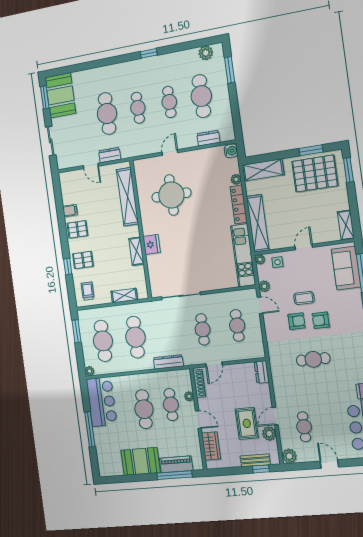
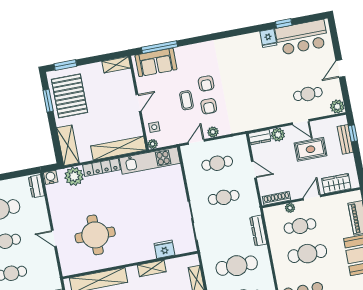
dresser: (208, 138) -> (36, 186), moved
plant: (236, 179) -> (74, 176), width x1.88, depth x1.88
fridge: (152, 244) -> (164, 249), moved
door: (304, 247) -> (139, 103), swing flipped
plant: (264, 286) -> (213, 132), moved
armchair: (296, 321) -> (209, 106), turned 180
cafe table: (313, 359) -> (243, 89), removed
door: (214, 364) -> (254, 170), moved
plant: (269, 433) -> (278, 135), moved

